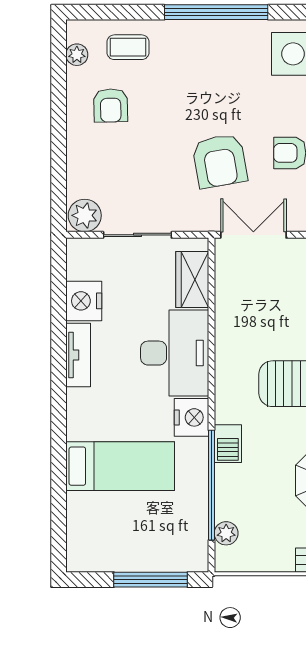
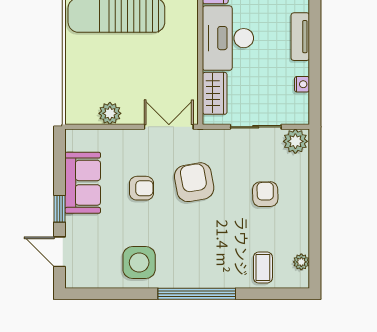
coffee table: (128, 47) -> (263, 268), turned 90
armchair: (111, 105) -> (265, 194), moved
double door: (253, 235) -> (169, 127), swing flipped
nightstand: (84, 301) -> (302, 84), width x0.53, depth x0.56

